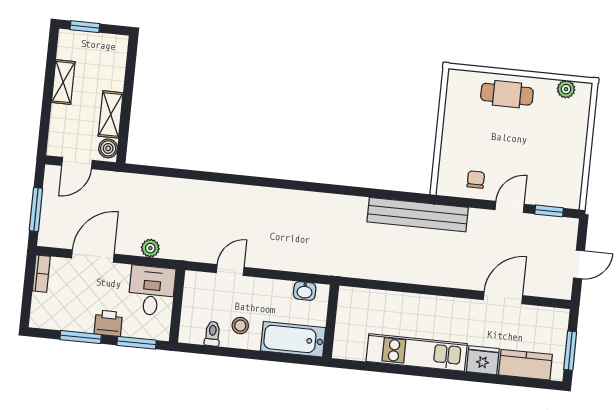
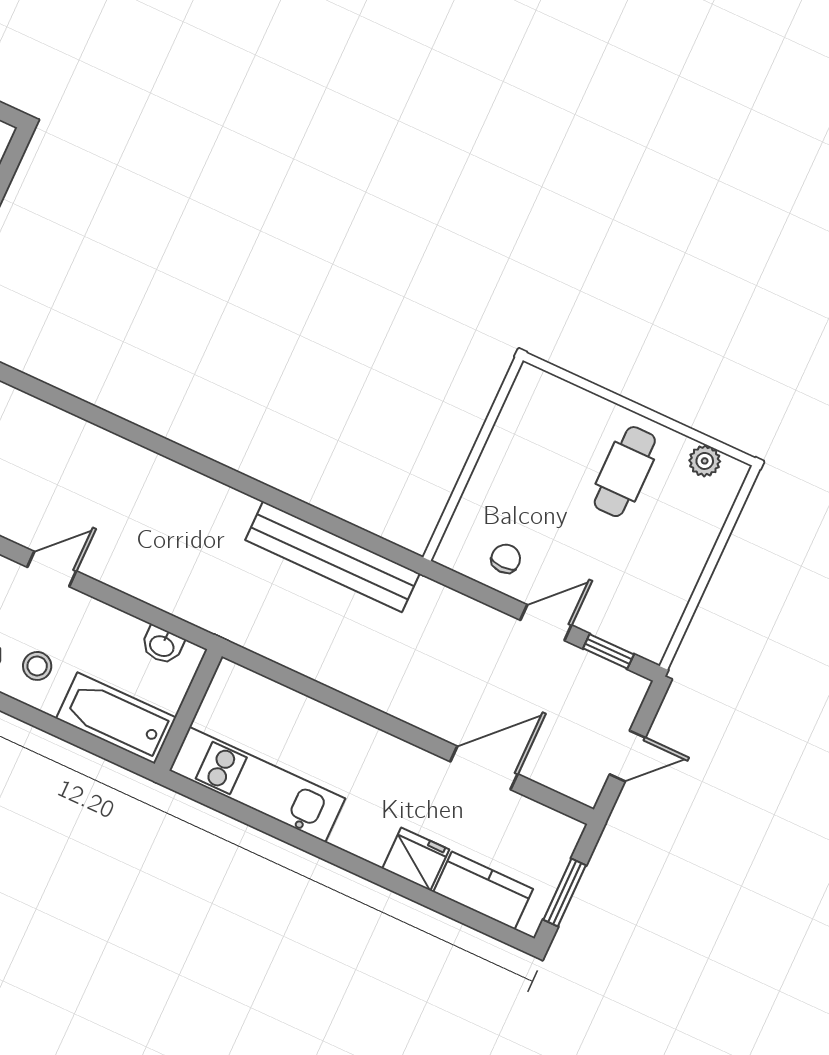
cafe table: (507, 94) -> (625, 472), moved, turned 90
bench: (418, 215) -> (333, 557), moved
kitchen unit: (417, 353) -> (257, 785), moved

